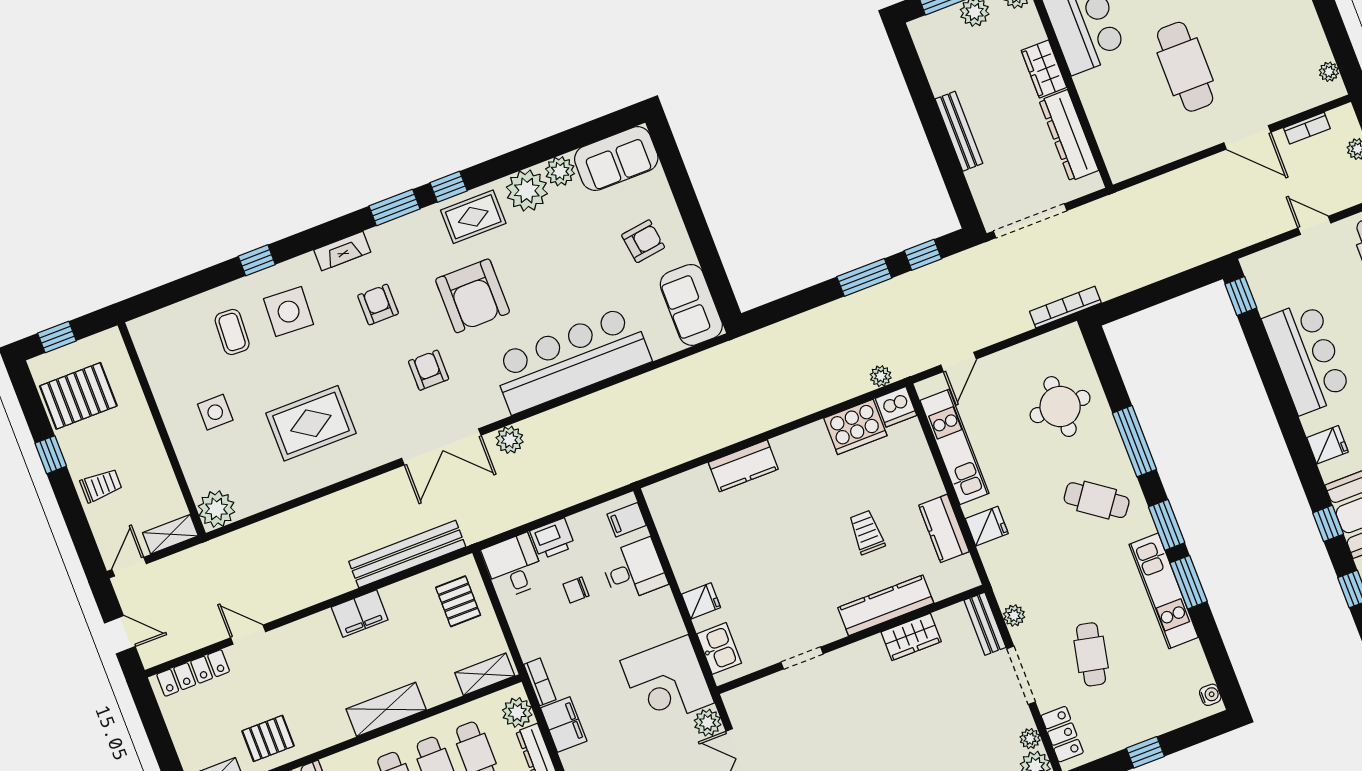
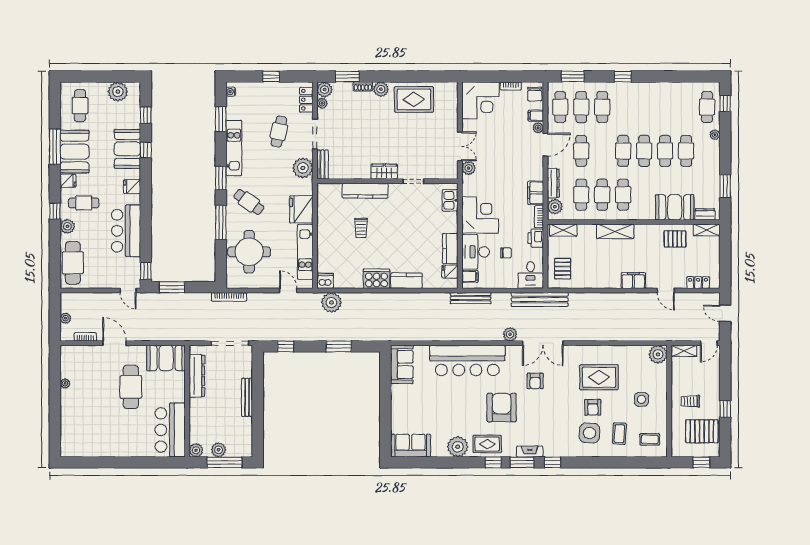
wardrobe: (1044, 69) -> (197, 411), removed
plant: (1329, 72) -> (65, 383), moved
booth: (1140, 147) -> (166, 358), added
plant: (560, 171) -> (439, 450), removed
door: (1314, 225) -> (128, 290), moved
armchair: (643, 241) -> (413, 403), removed
fireplace: (342, 251) -> (530, 451), moved
window: (257, 260) -> (552, 462), moved
window: (864, 277) -> (339, 346), moved
window: (1180, 284) -> (172, 287), added
armchair: (378, 305) -> (593, 407), moved
coffee table: (171, 343) -> (650, 439), added
door: (959, 362) -> (288, 290), hinge flipped
plant: (881, 376) -> (331, 302), width x1.88, depth x1.88
round table: (1060, 407) -> (249, 252), width x1.36, depth x1.36
cooker: (855, 427) -> (376, 279), moved
double door: (441, 447) -> (543, 343), swing flipped
bench: (610, 479) -> (471, 298), added
trolley: (101, 485) -> (690, 401), moved
fridge: (987, 526) -> (301, 209), width x1.88, depth x1.34
kitchen counter: (944, 528) -> (450, 249), moved, turned 180
printer: (552, 539) -> (536, 238), moved, turned -90
bench: (407, 554) -> (540, 300), moved
desk: (634, 570) -> (476, 252), width x1.37
window: (1189, 582) -> (221, 119), moved
fridge: (701, 601) -> (450, 272), moved
filing cabinet: (360, 613) -> (633, 280), moved
plant: (1014, 615) -> (303, 168), width x1.88, depth x1.88
wardrobe: (911, 637) -> (384, 172), moved
locker: (193, 673) -> (698, 283), width x0.66
corner desk: (667, 682) -> (480, 215), moved

